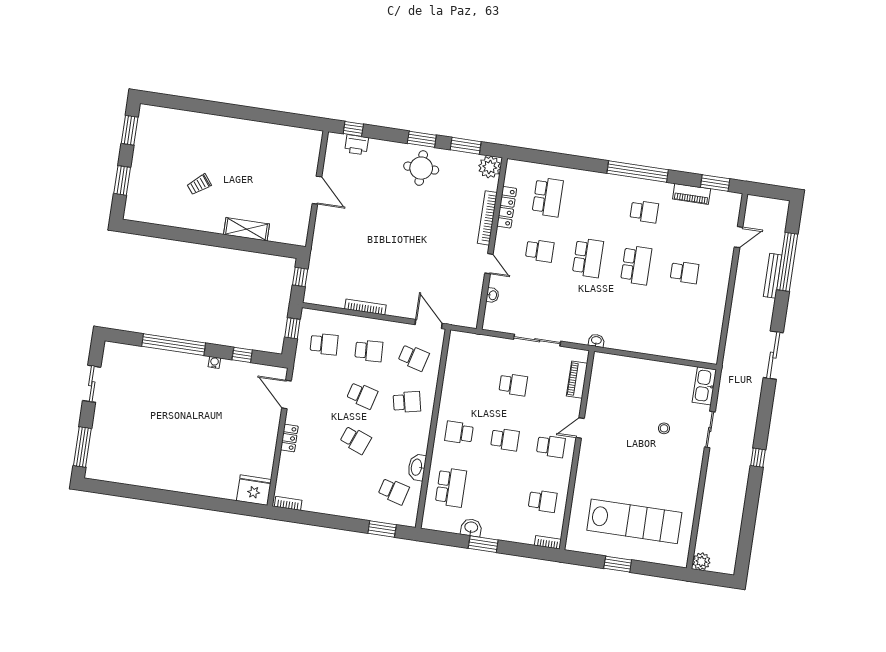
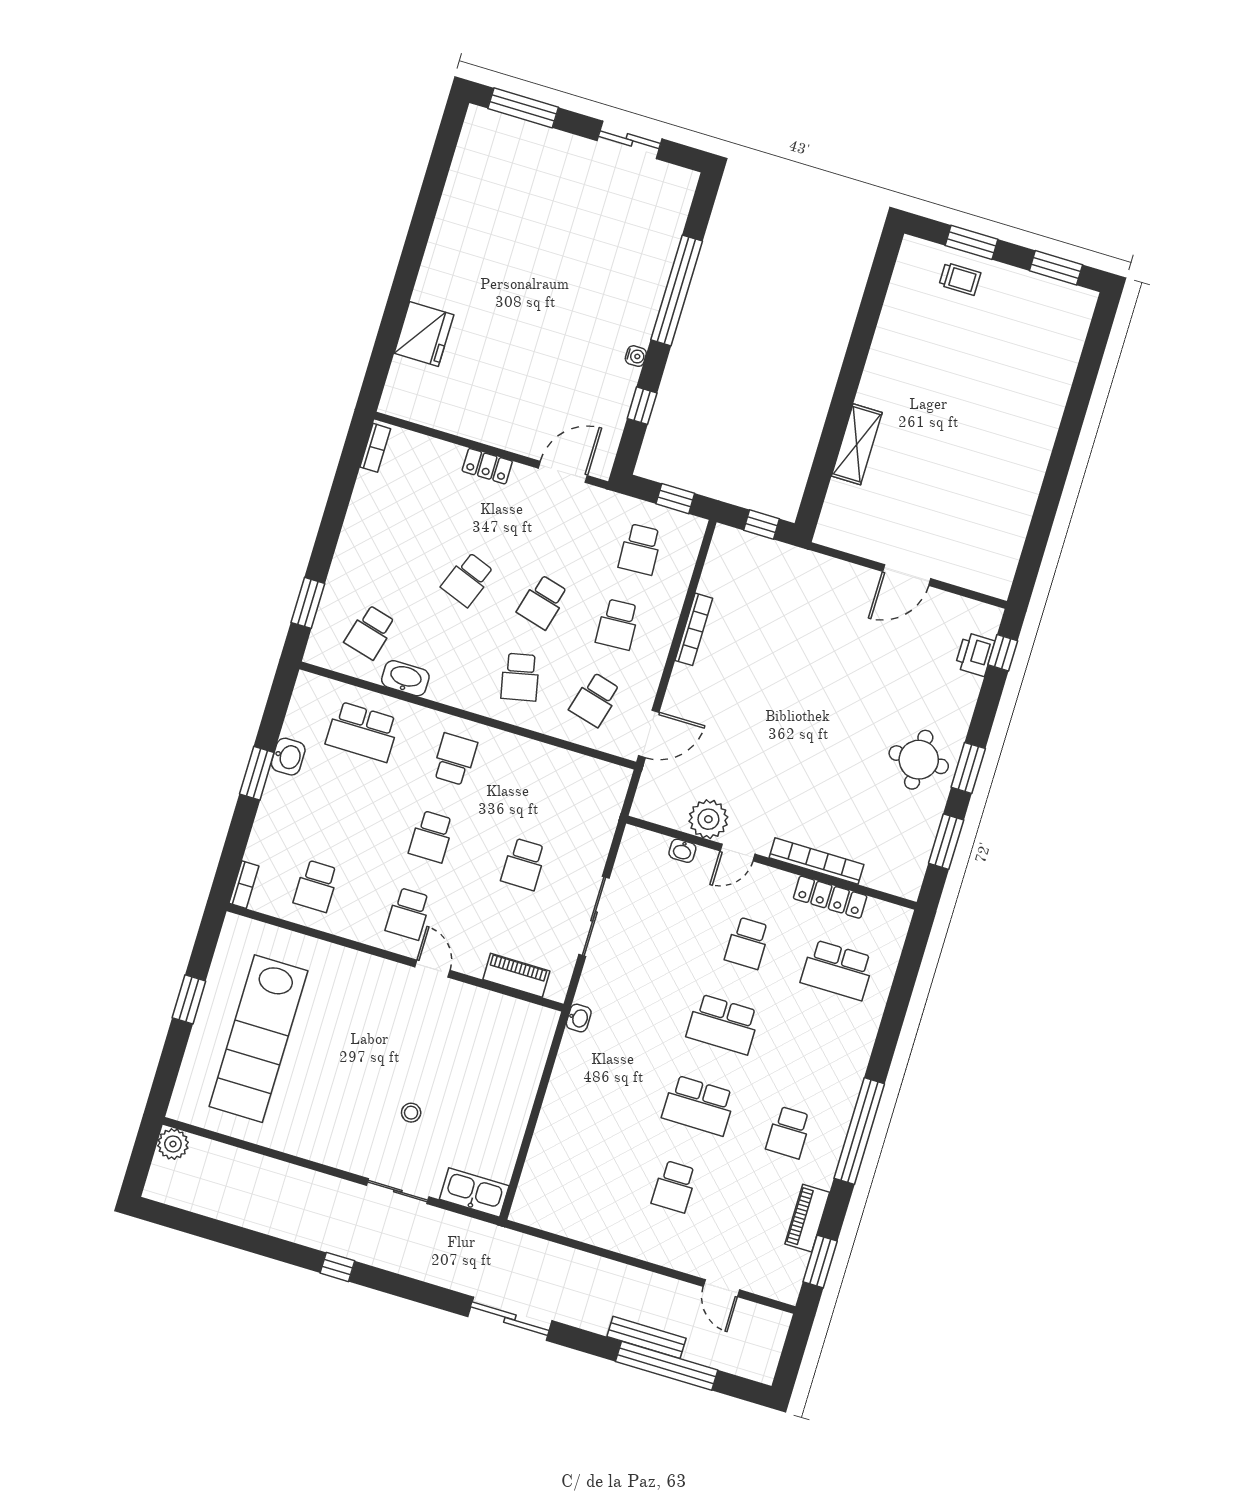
plant: (490, 167) -> (708, 819), moved
trolley: (199, 184) -> (960, 279), moved, turned 128
fridge: (254, 490) -> (424, 334), moved

